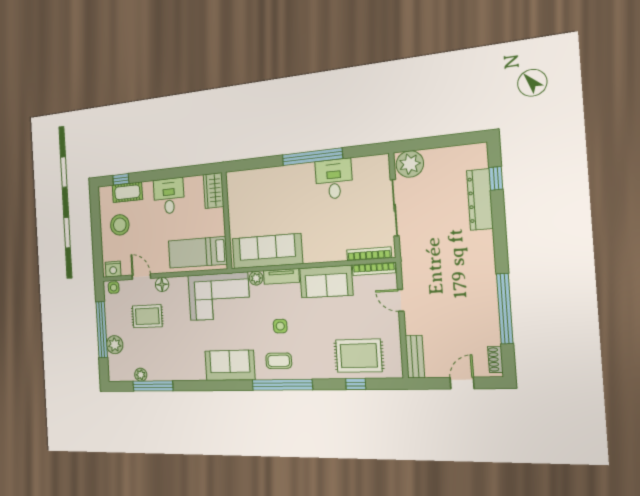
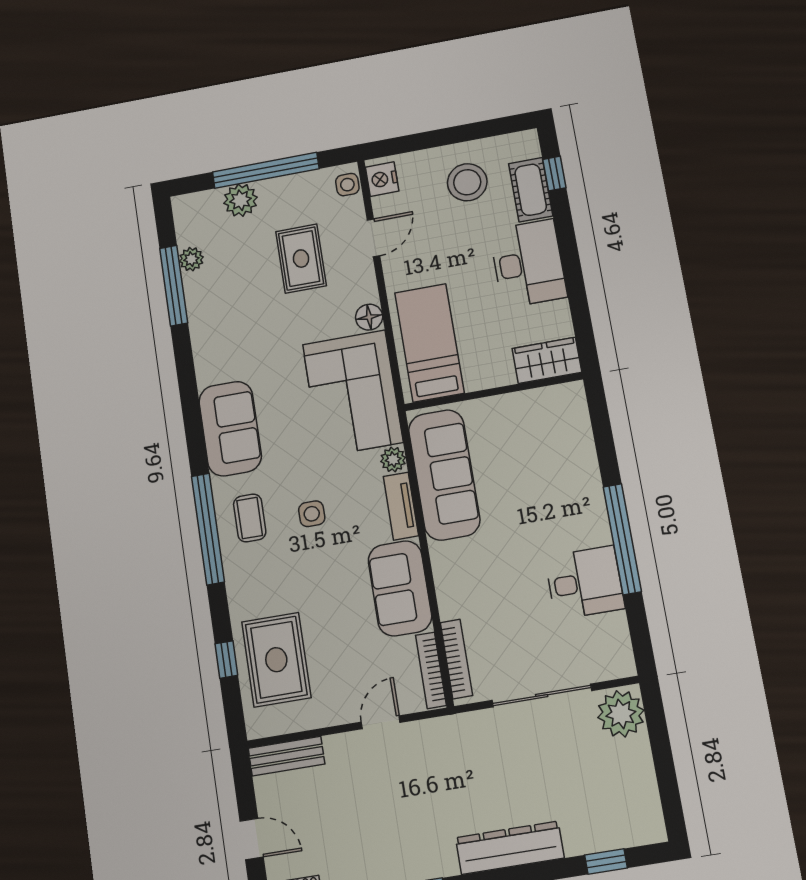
desk: (169, 196) -> (528, 263), width x1.37
dresser: (480, 200) -> (510, 848), moved
floor lamp: (162, 284) -> (369, 317), moved

